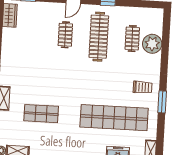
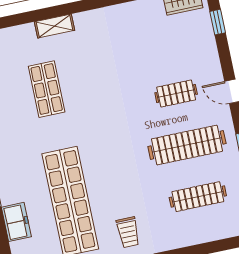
clothes rail: (132, 39) -> (198, 197), width x1.36
plant: (152, 44) -> (198, 229), removed

